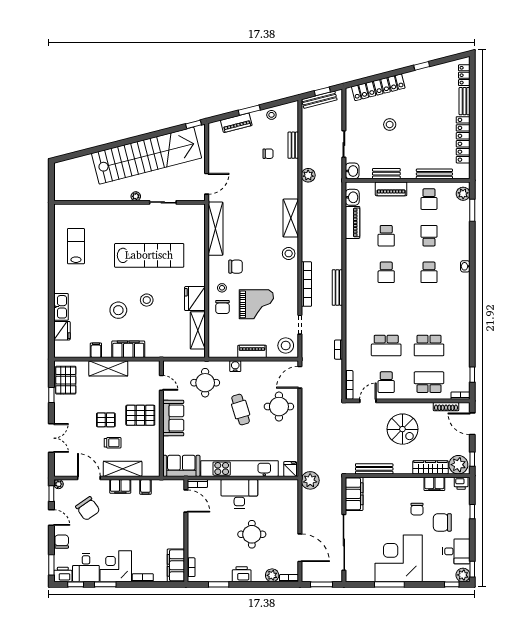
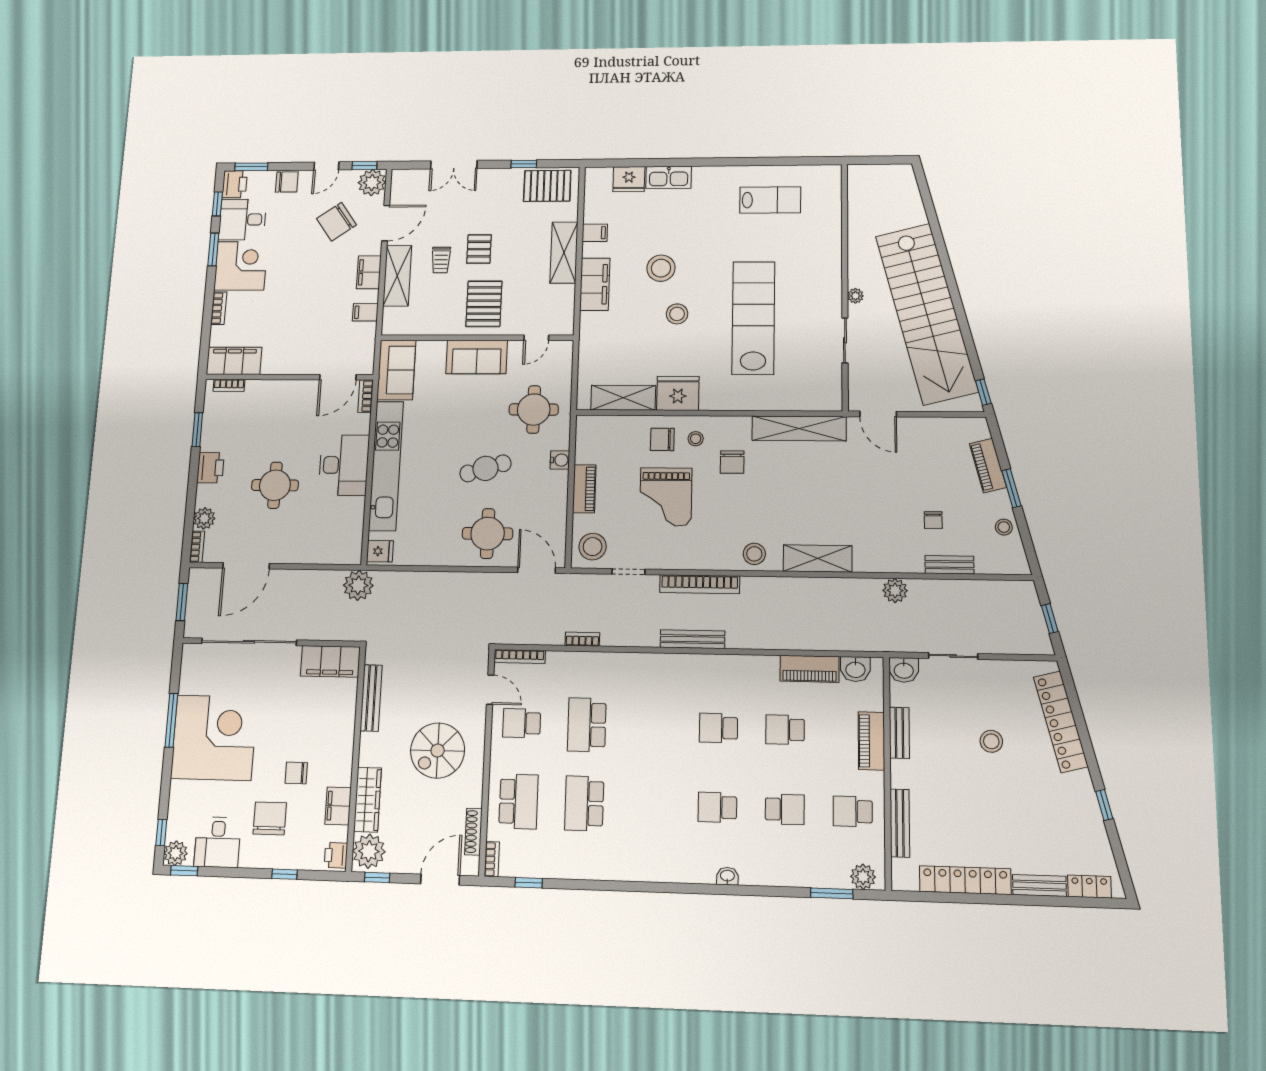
bench: (319, 100) -> (1034, 613), removed
lab bench: (149, 255) -> (753, 318), turned 180
plant: (59, 484) -> (372, 183), width x1.88, depth x1.88

